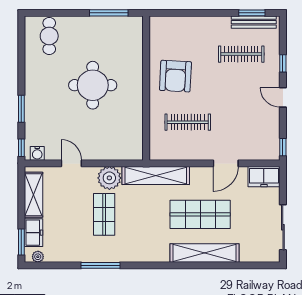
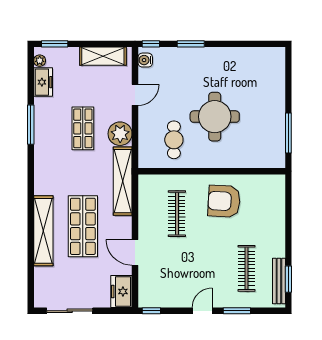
cafe table: (49, 36) -> (174, 140), moved, turned 90
window: (283, 63) -> (237, 311), width x1.50
shop shelf: (104, 214) -> (83, 128), turned 90
freezer: (34, 233) -> (43, 82), moved, turned -90

